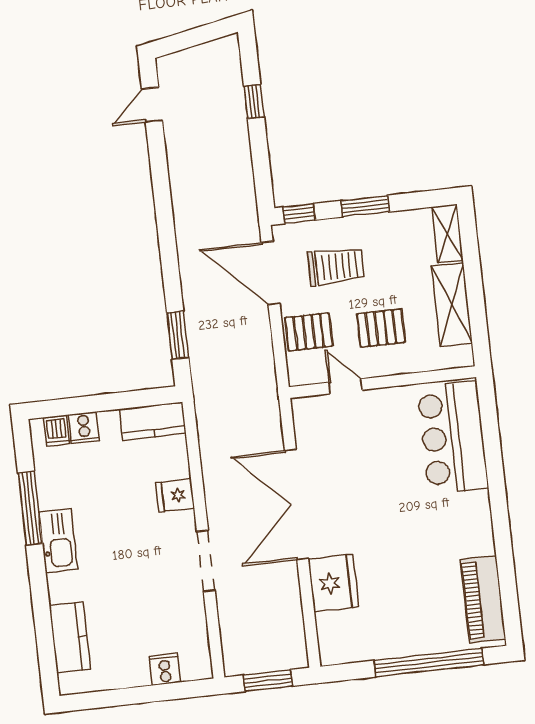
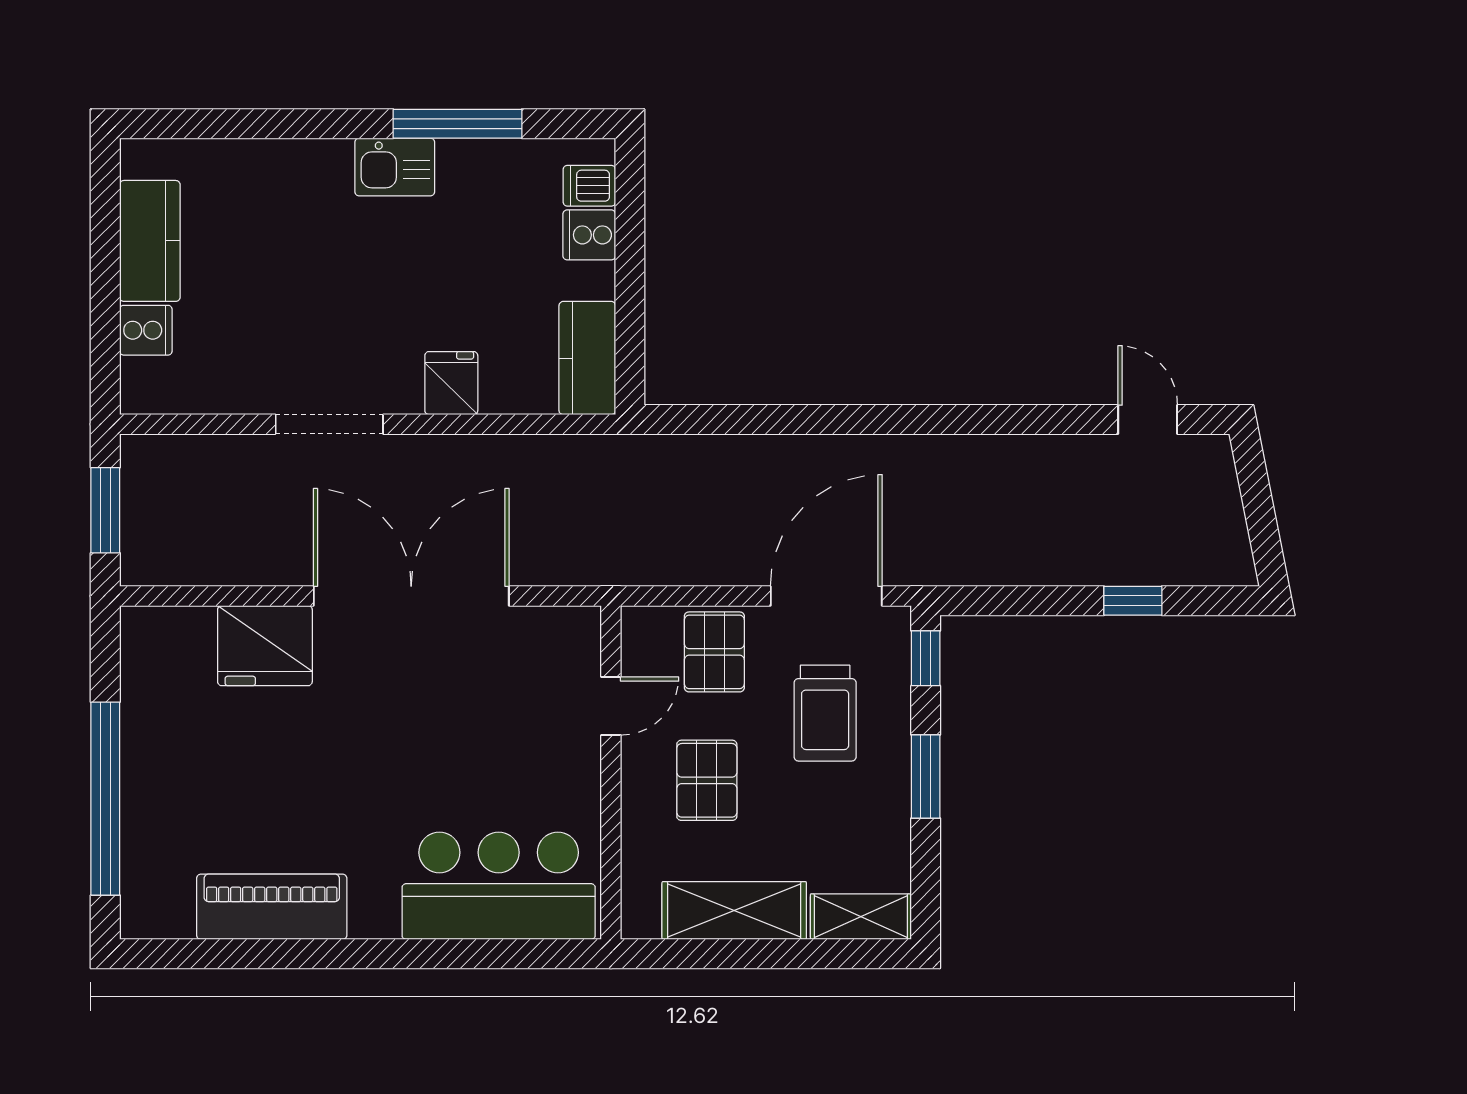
window: (178, 335) -> (735, 419), removed
kitchen sink: (58, 541) -> (395, 167), width x0.73
piano: (483, 599) -> (272, 907), moved
kitchen counter: (70, 637) -> (150, 241), moved, turned -90

